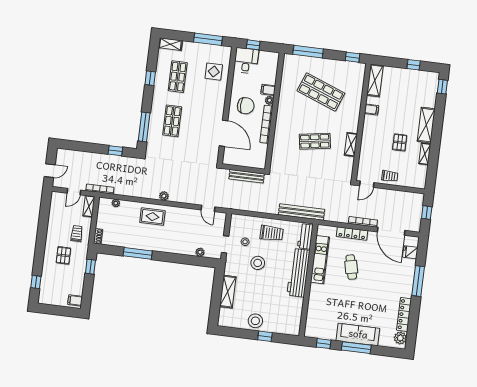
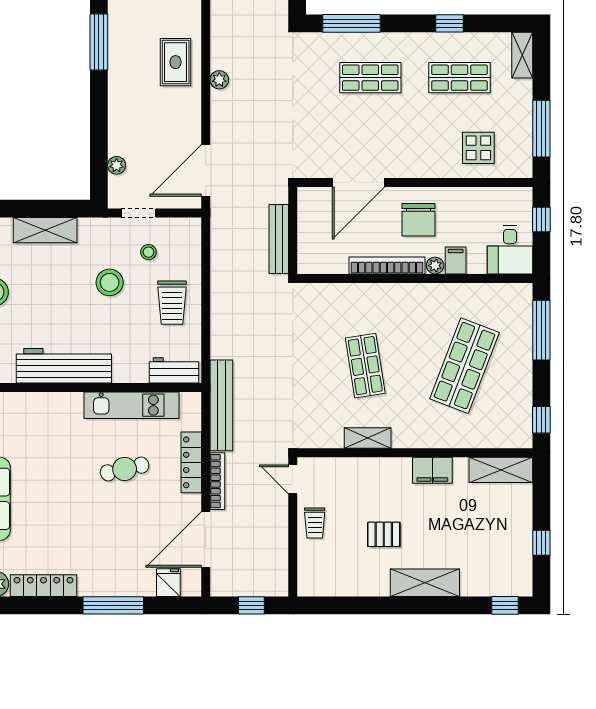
desk: (246, 61) -> (510, 250), moved, turned 90
filing cabinet: (371, 110) -> (432, 470), width x2.00
shelving: (425, 154) -> (367, 587), removed
door: (208, 208) -> (206, 170), width x1.87
bench: (302, 212) -> (221, 405), moved
workbench: (298, 273) -> (64, 366), moved

